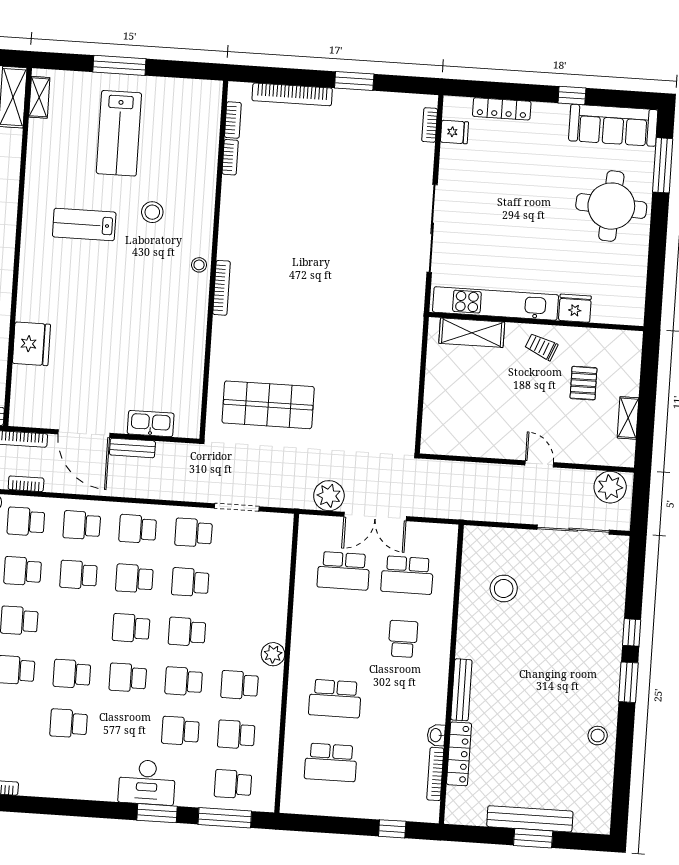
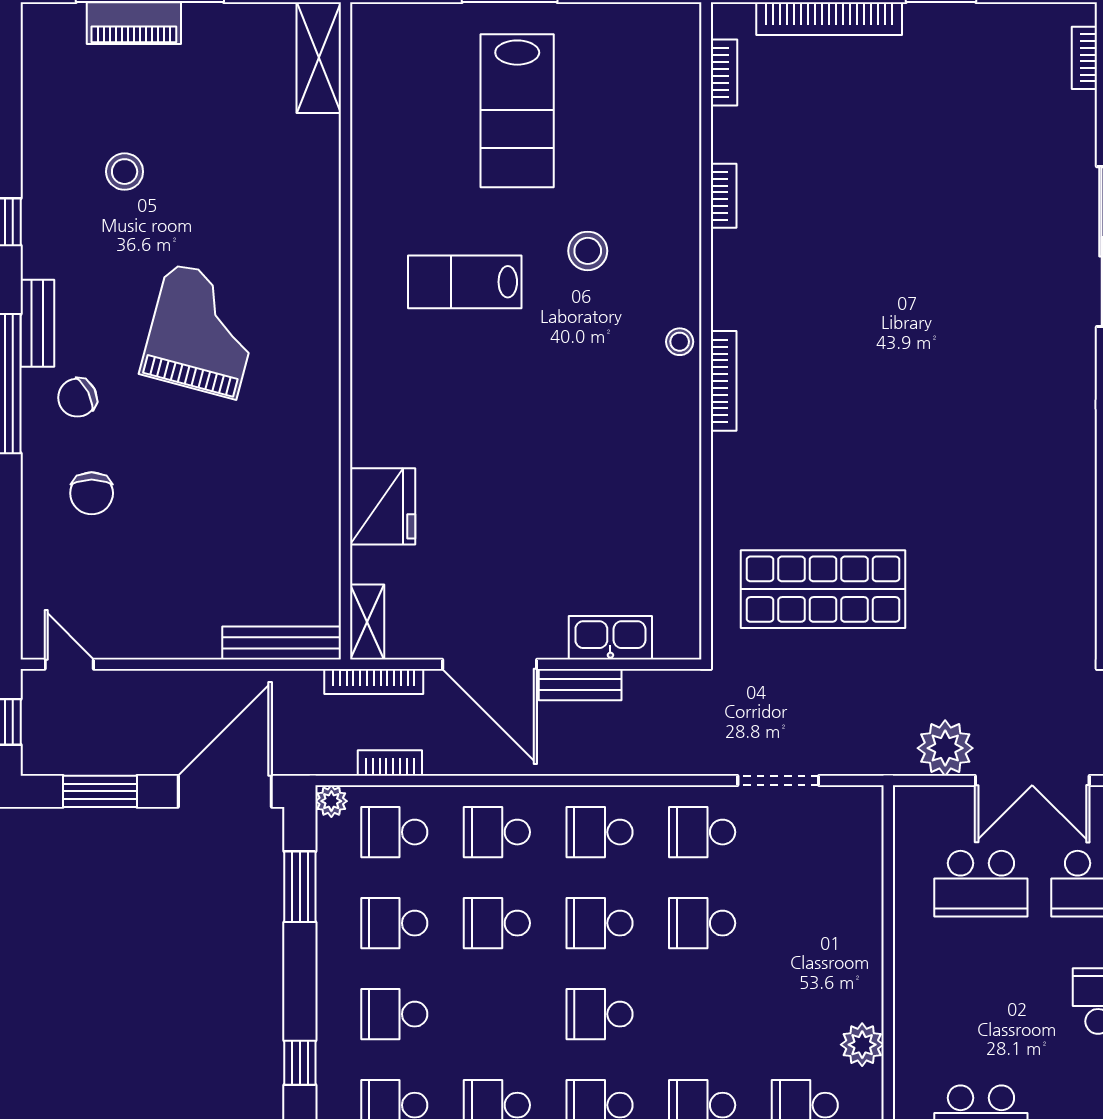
shelving: (39, 97) -> (367, 622), moved
bookcase: (230, 157) -> (724, 196), moved
school desk: (187, 632) -> (702, 1014), removed

